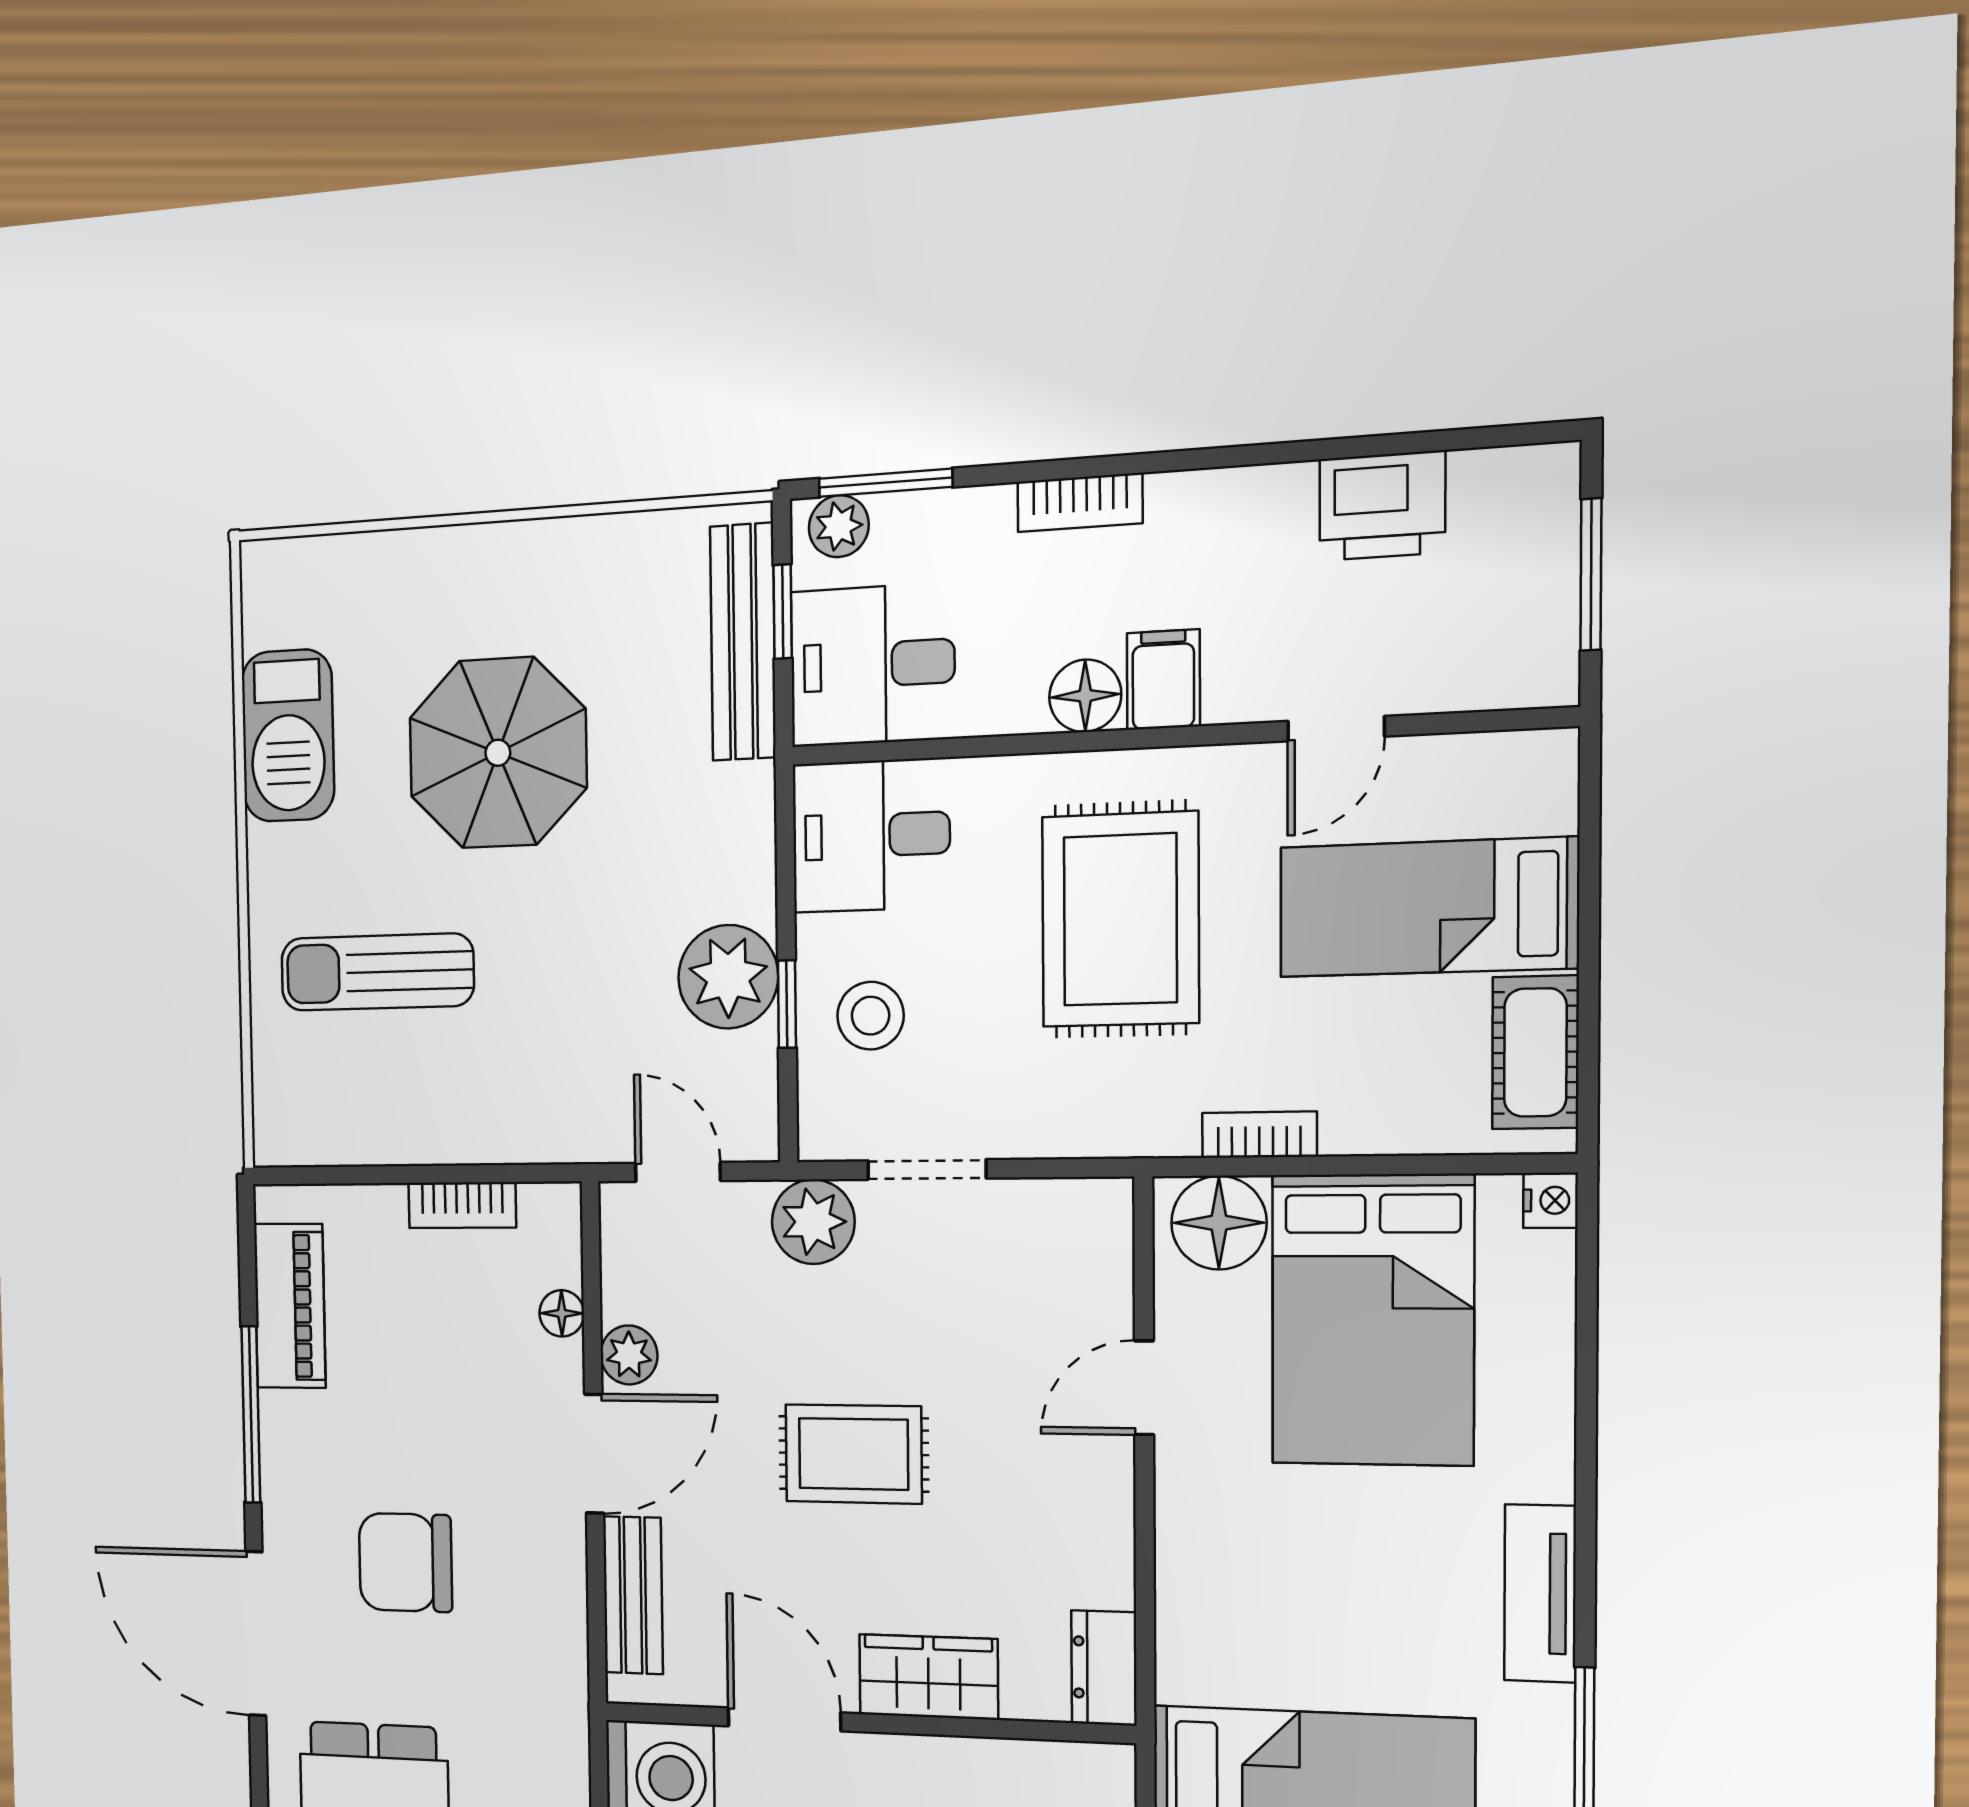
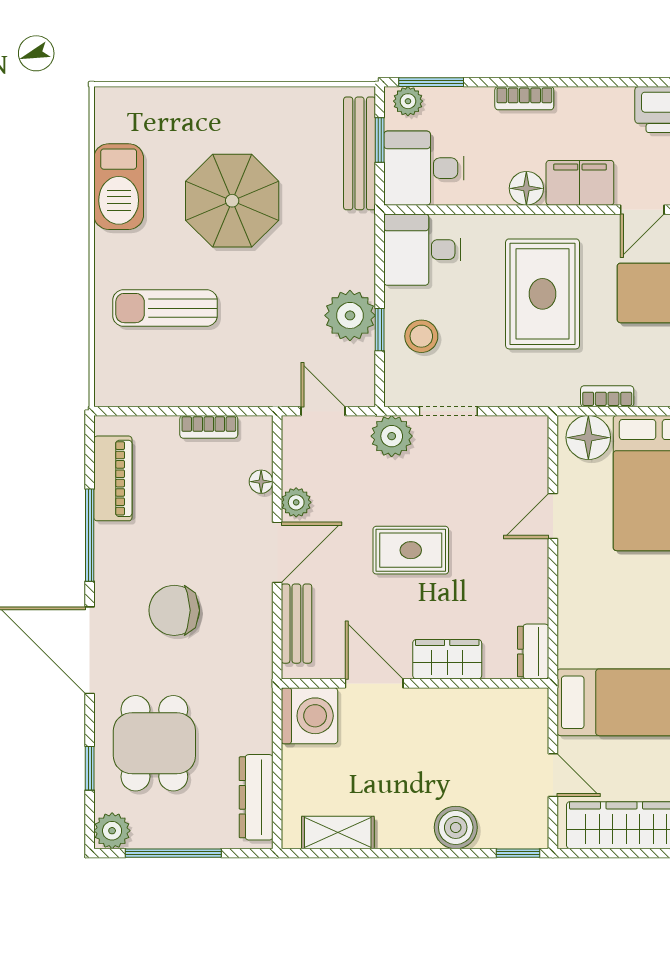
filing cabinet: (1163, 680) -> (580, 183), width x2.00

